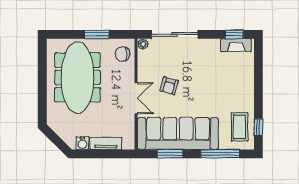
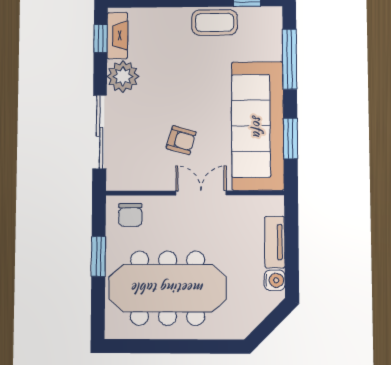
plant: (143, 44) -> (123, 76), moved, width x1.87, depth x1.87
coffee table: (239, 127) -> (215, 22), moved

